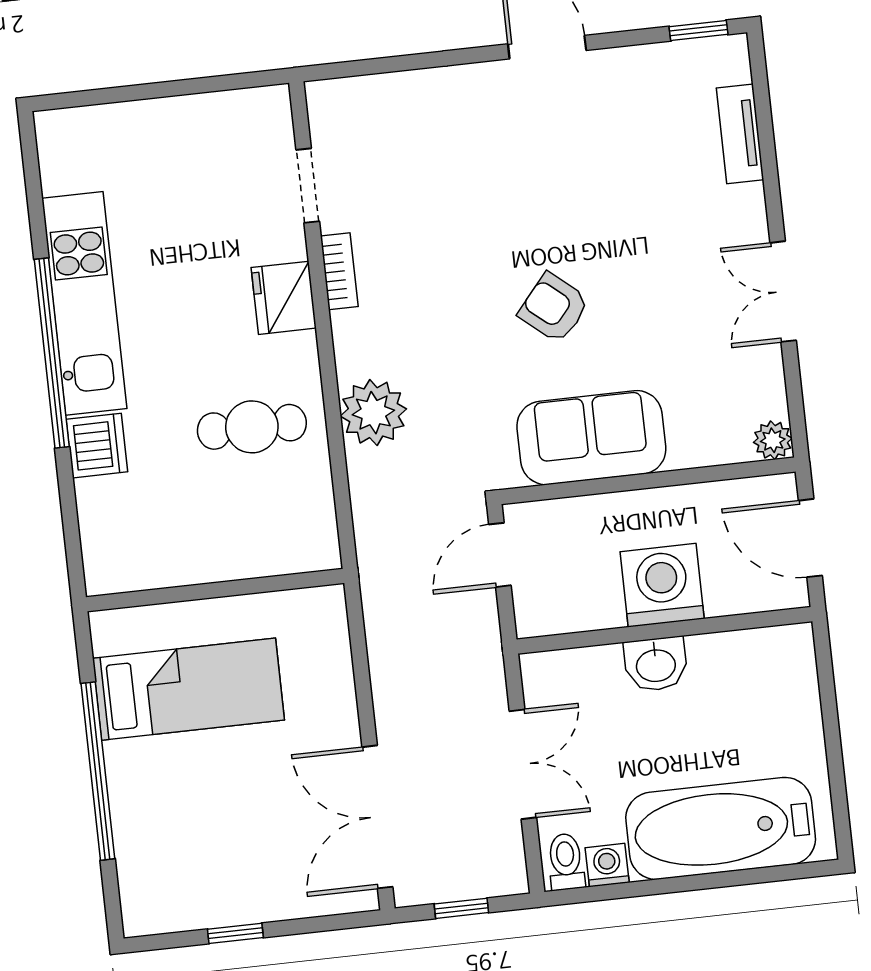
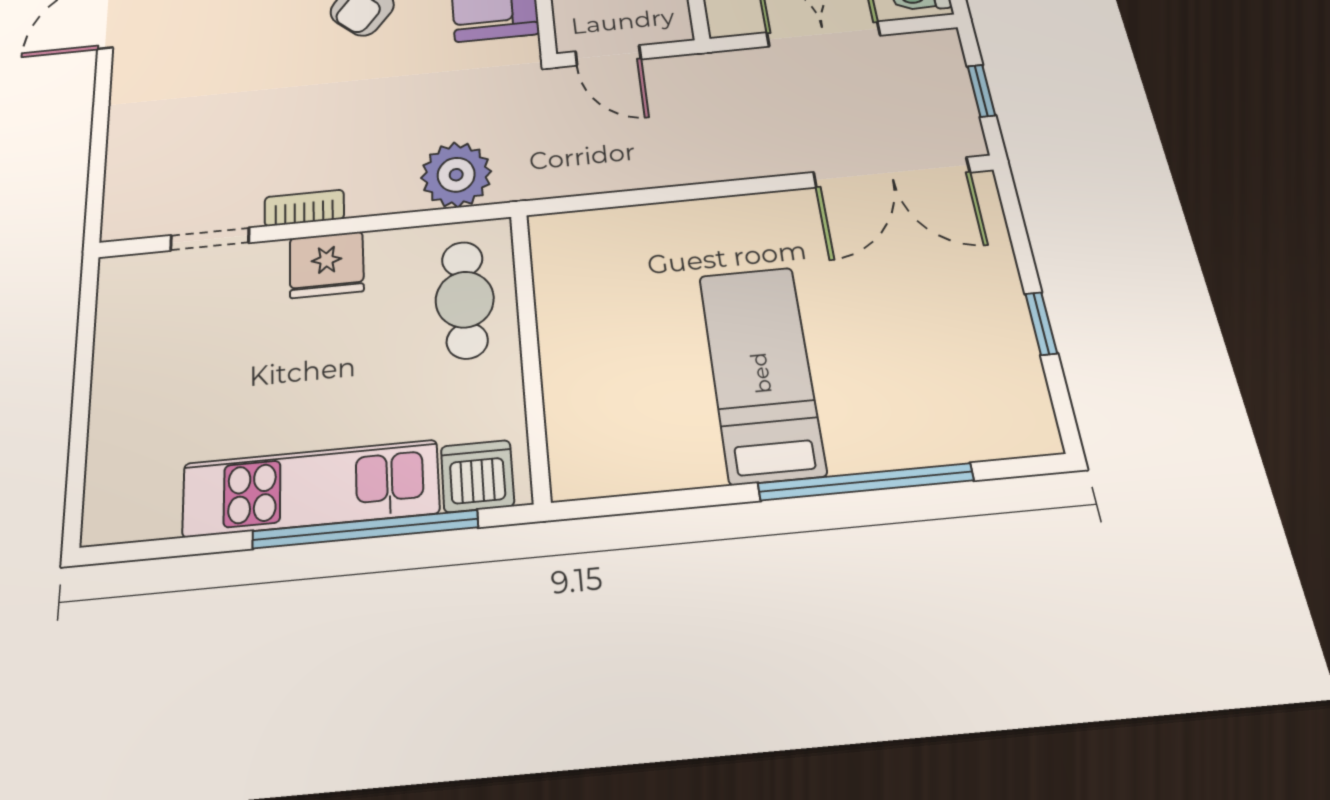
wall: (215, 590) -> (530, 353), moved

